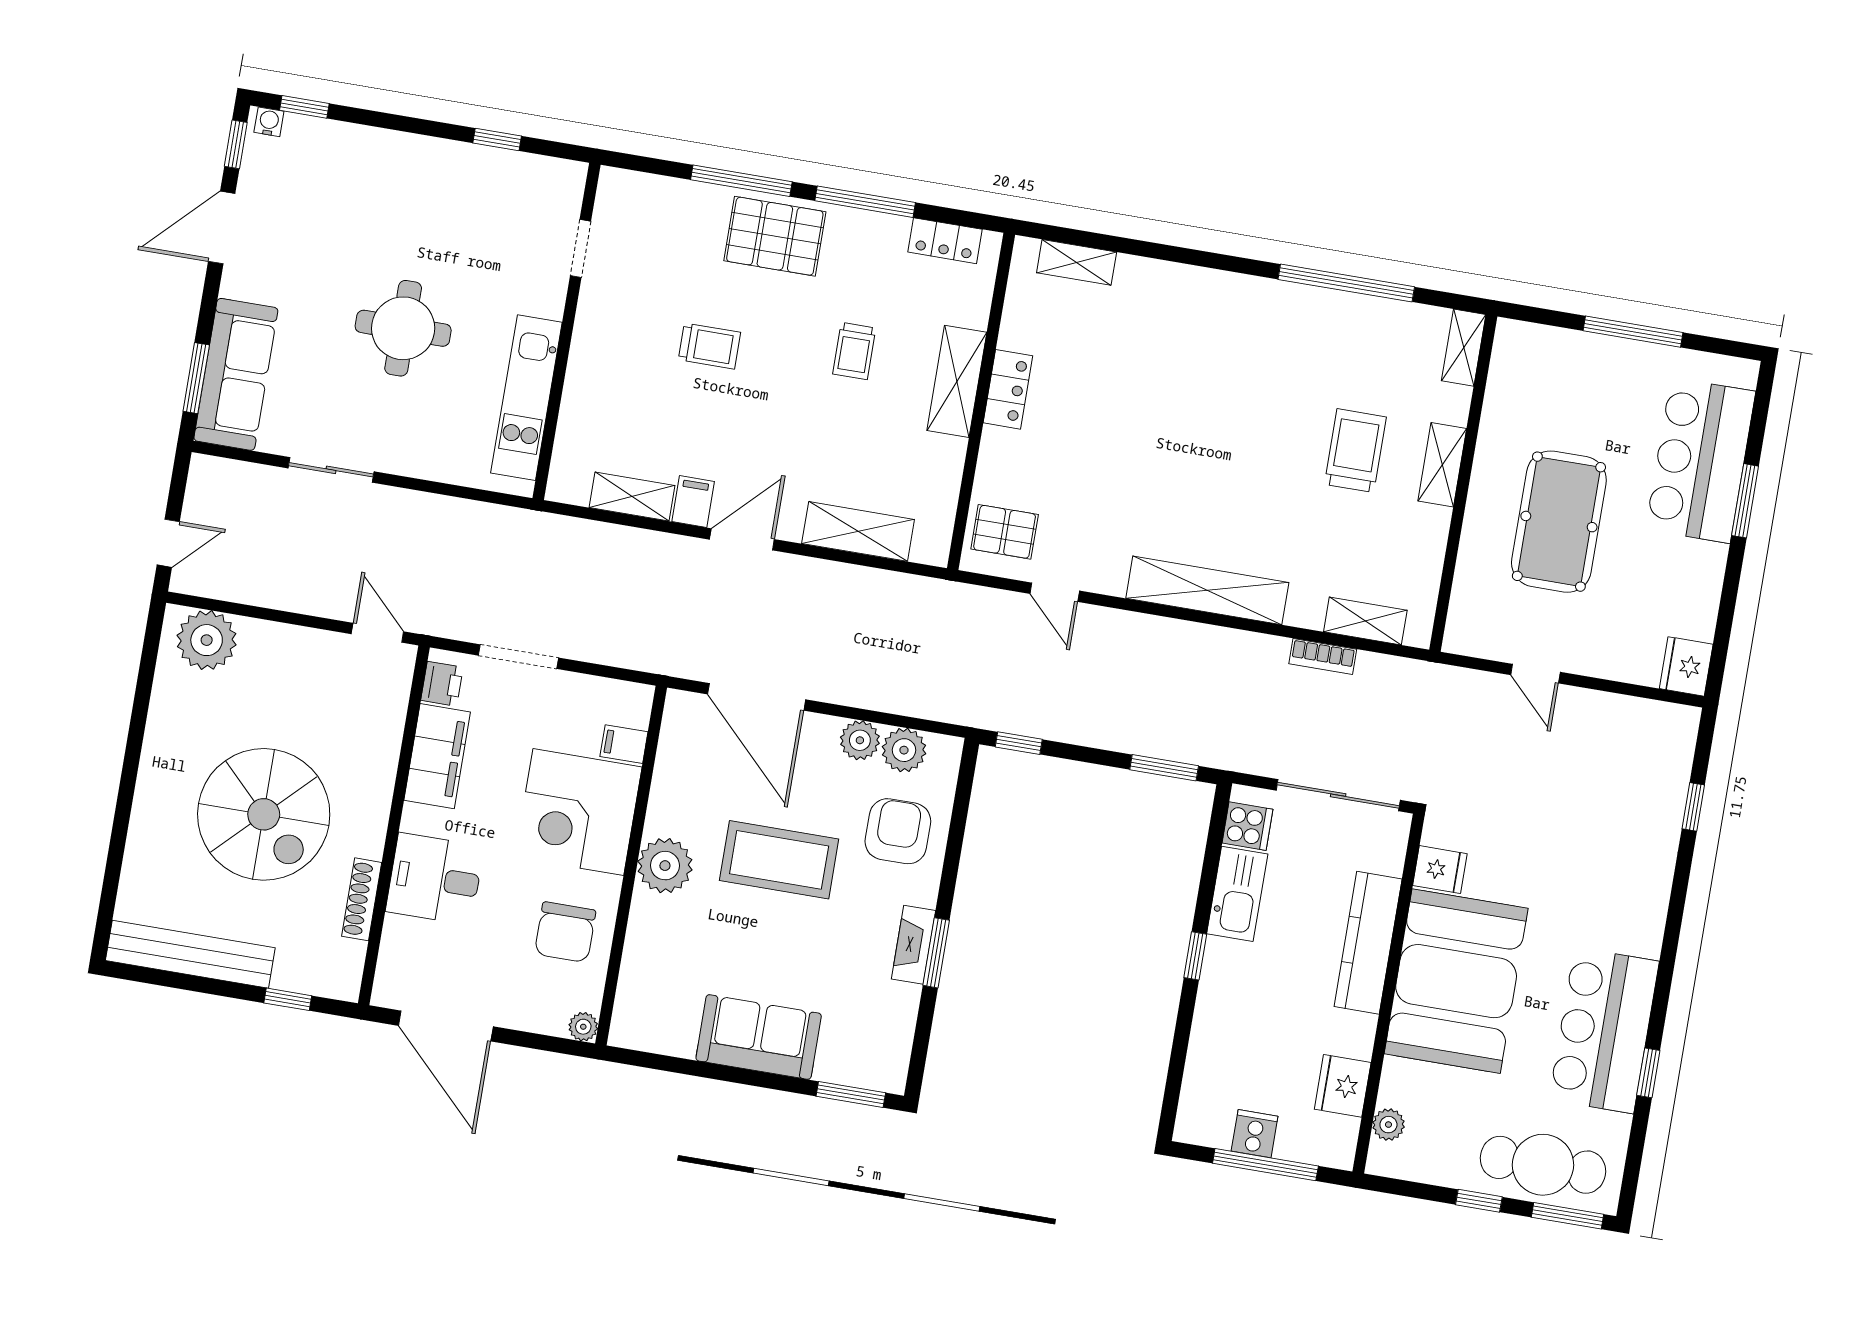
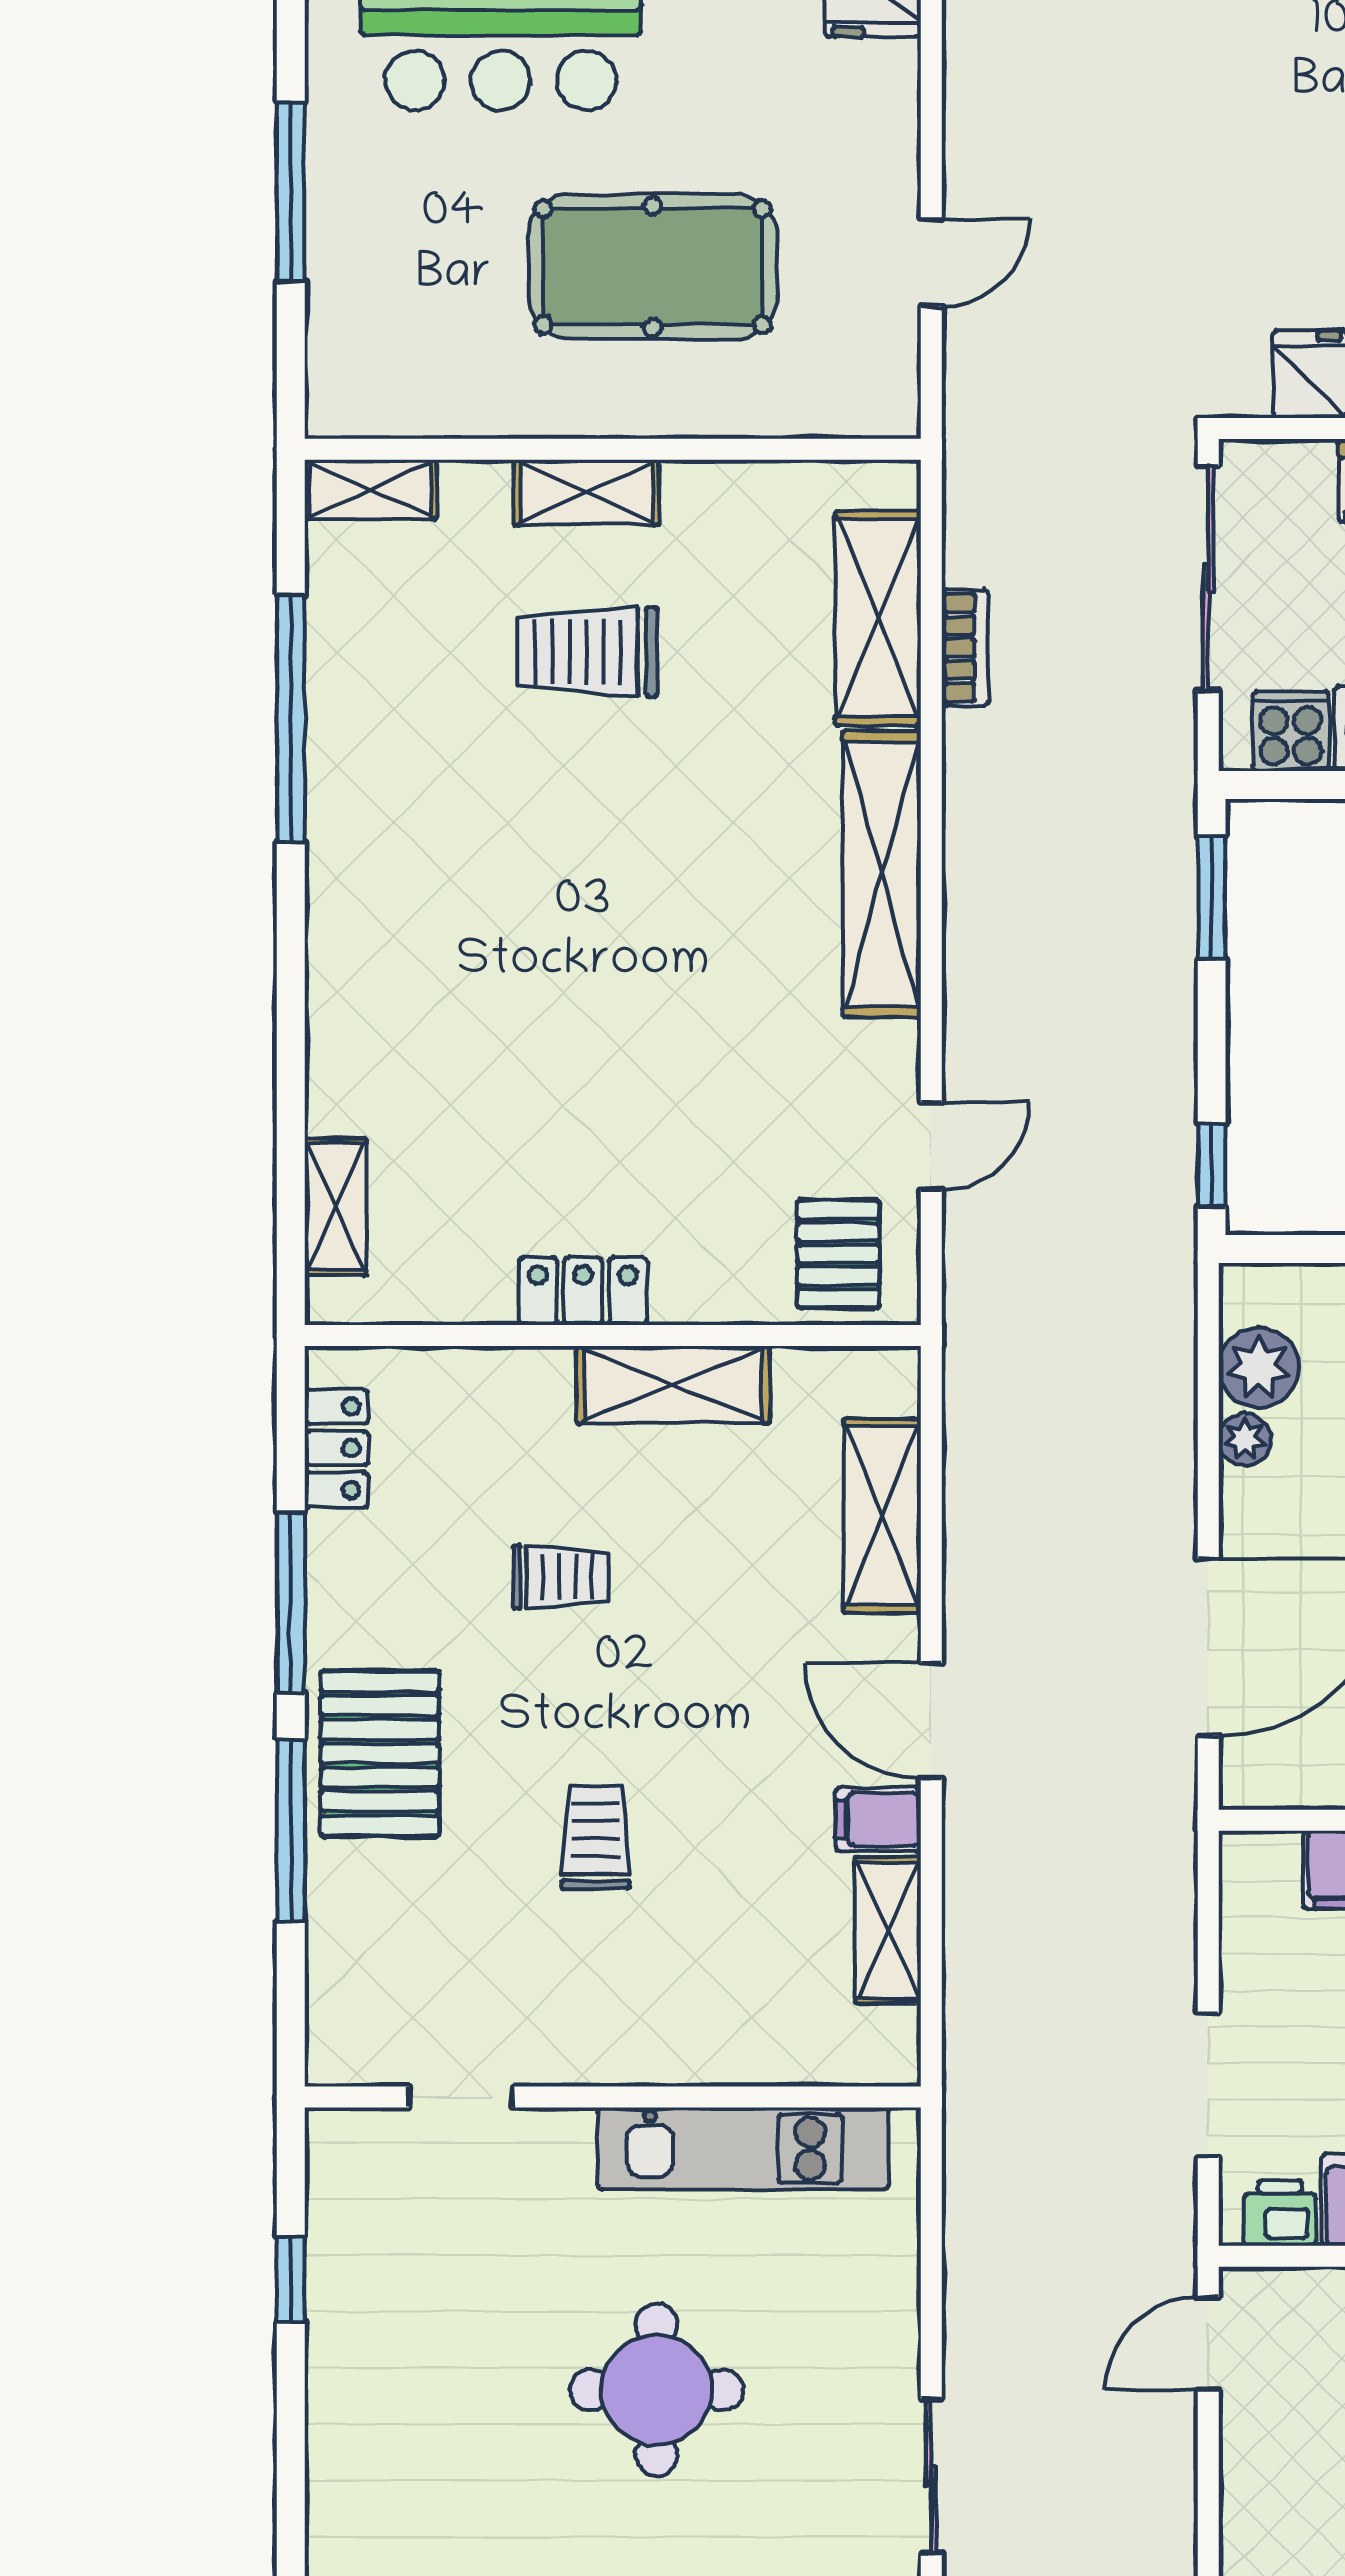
shelving: (957, 381) -> (673, 1385), moved
shelving: (1365, 621) -> (878, 618), width x1.50, depth x1.33
plant: (860, 740) -> (1245, 1440), width x0.73, depth x0.73

